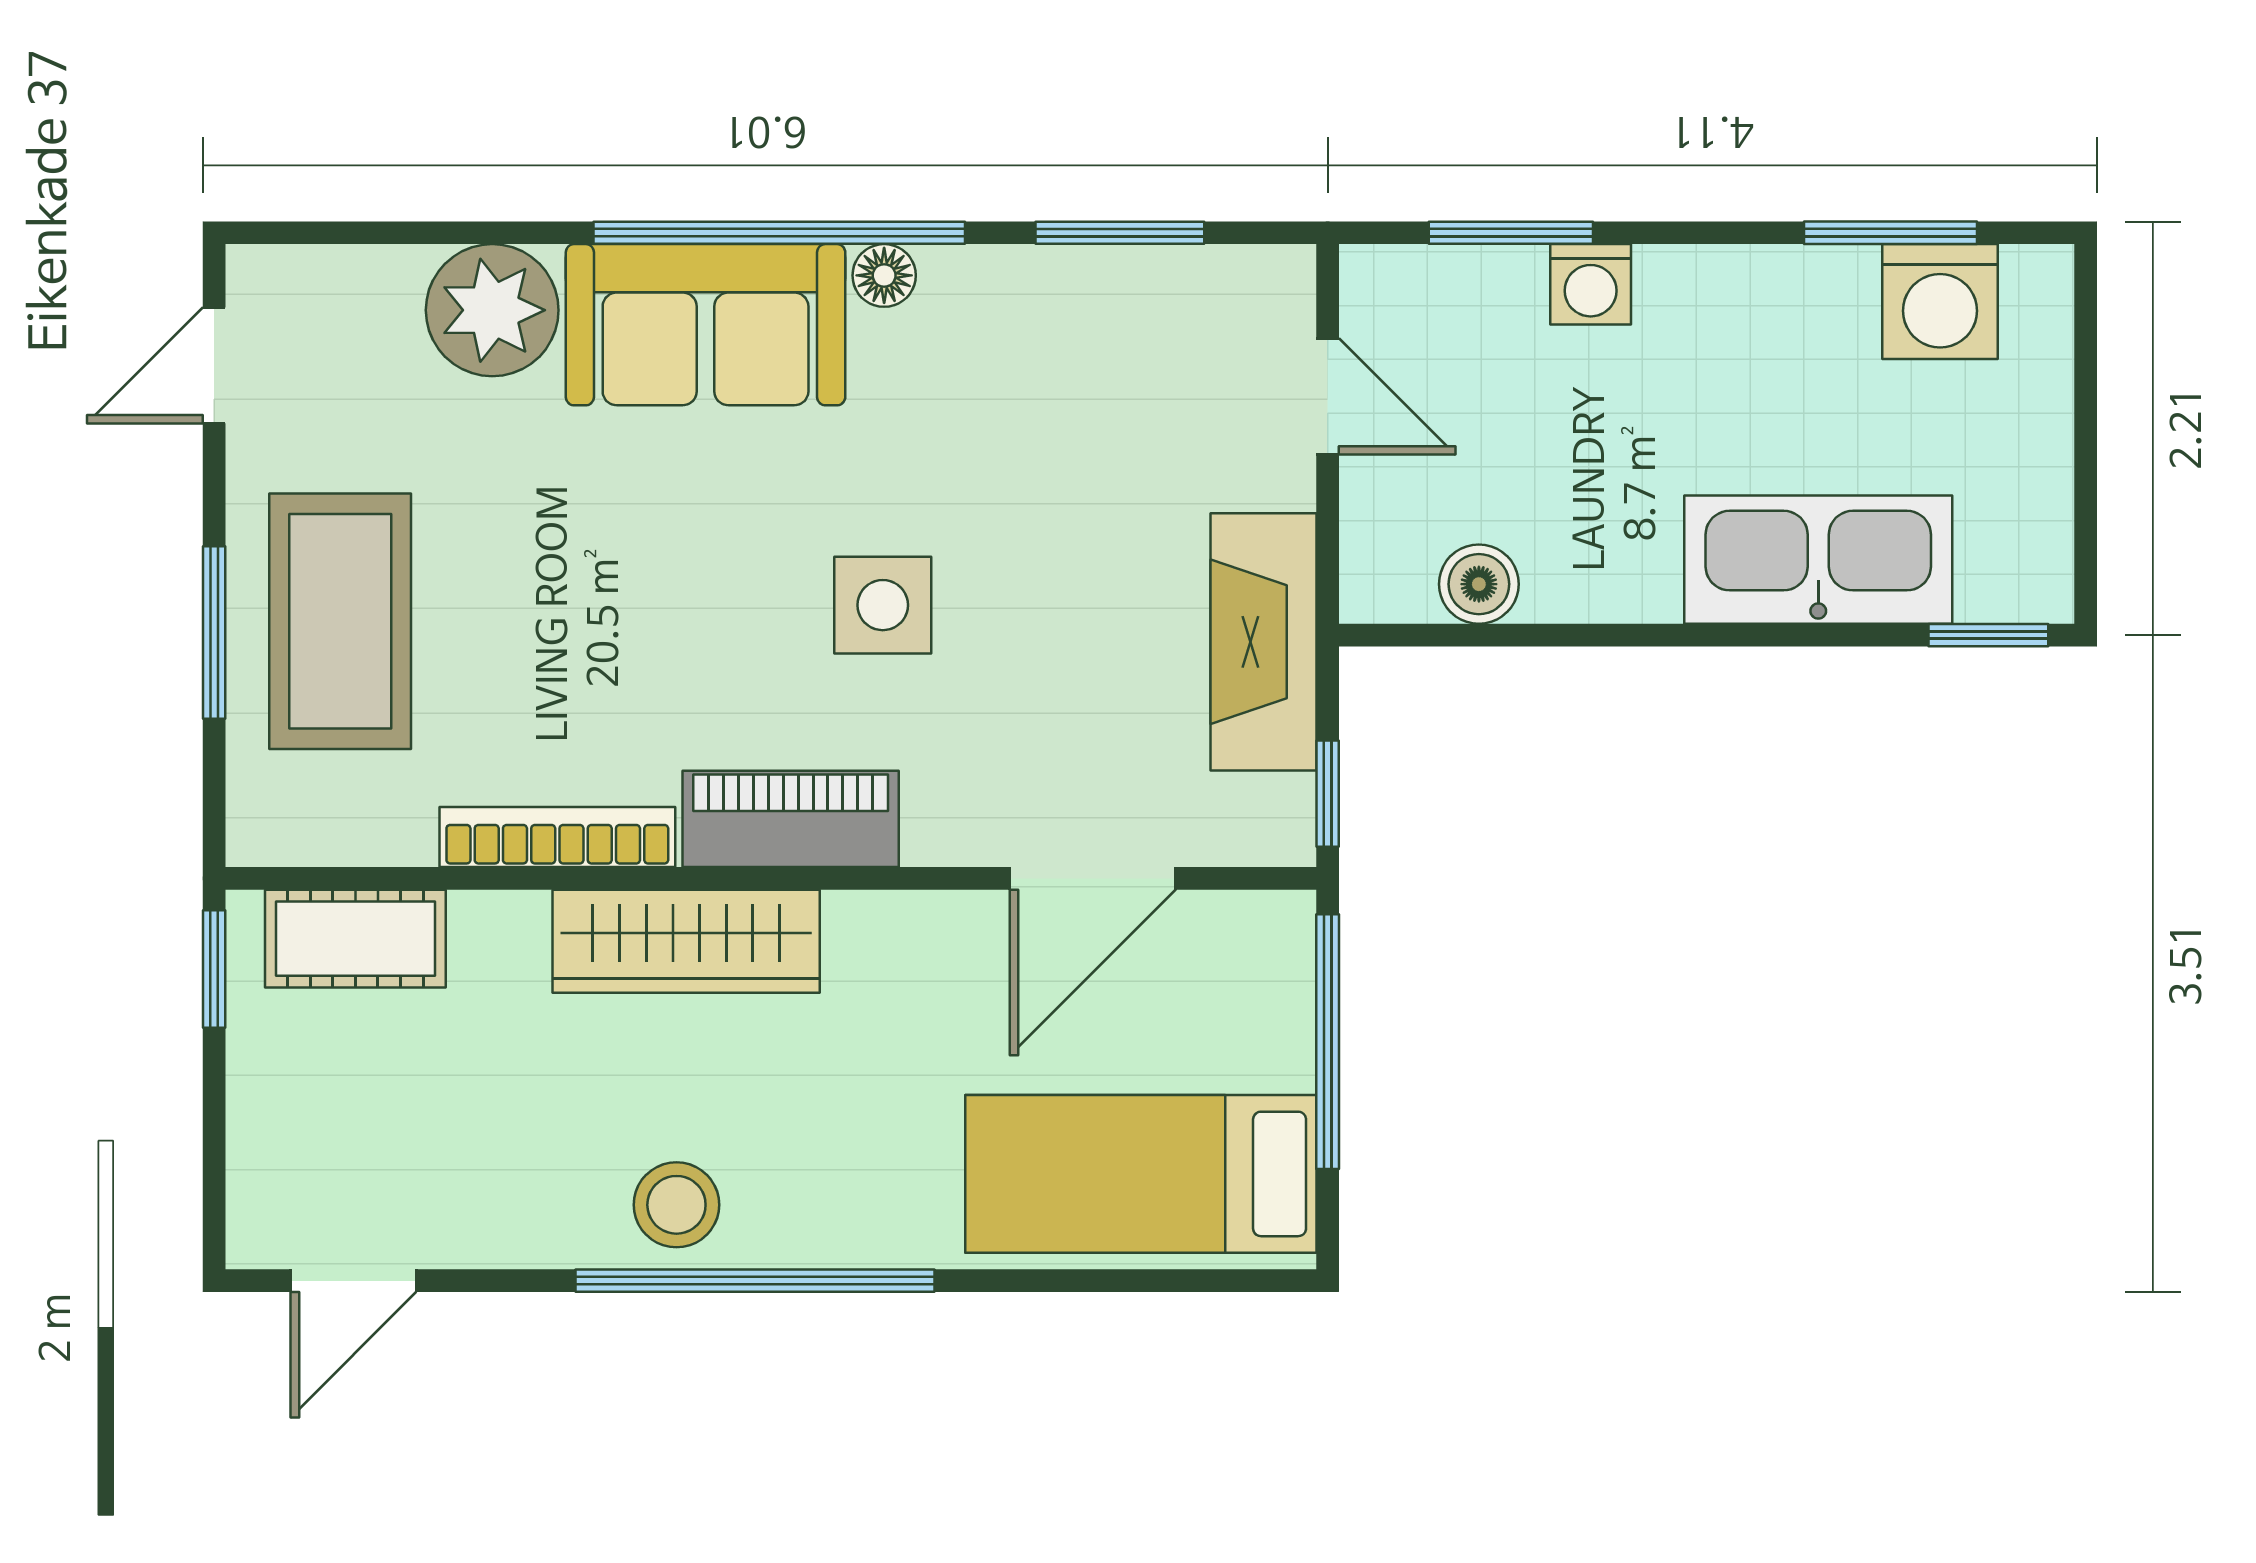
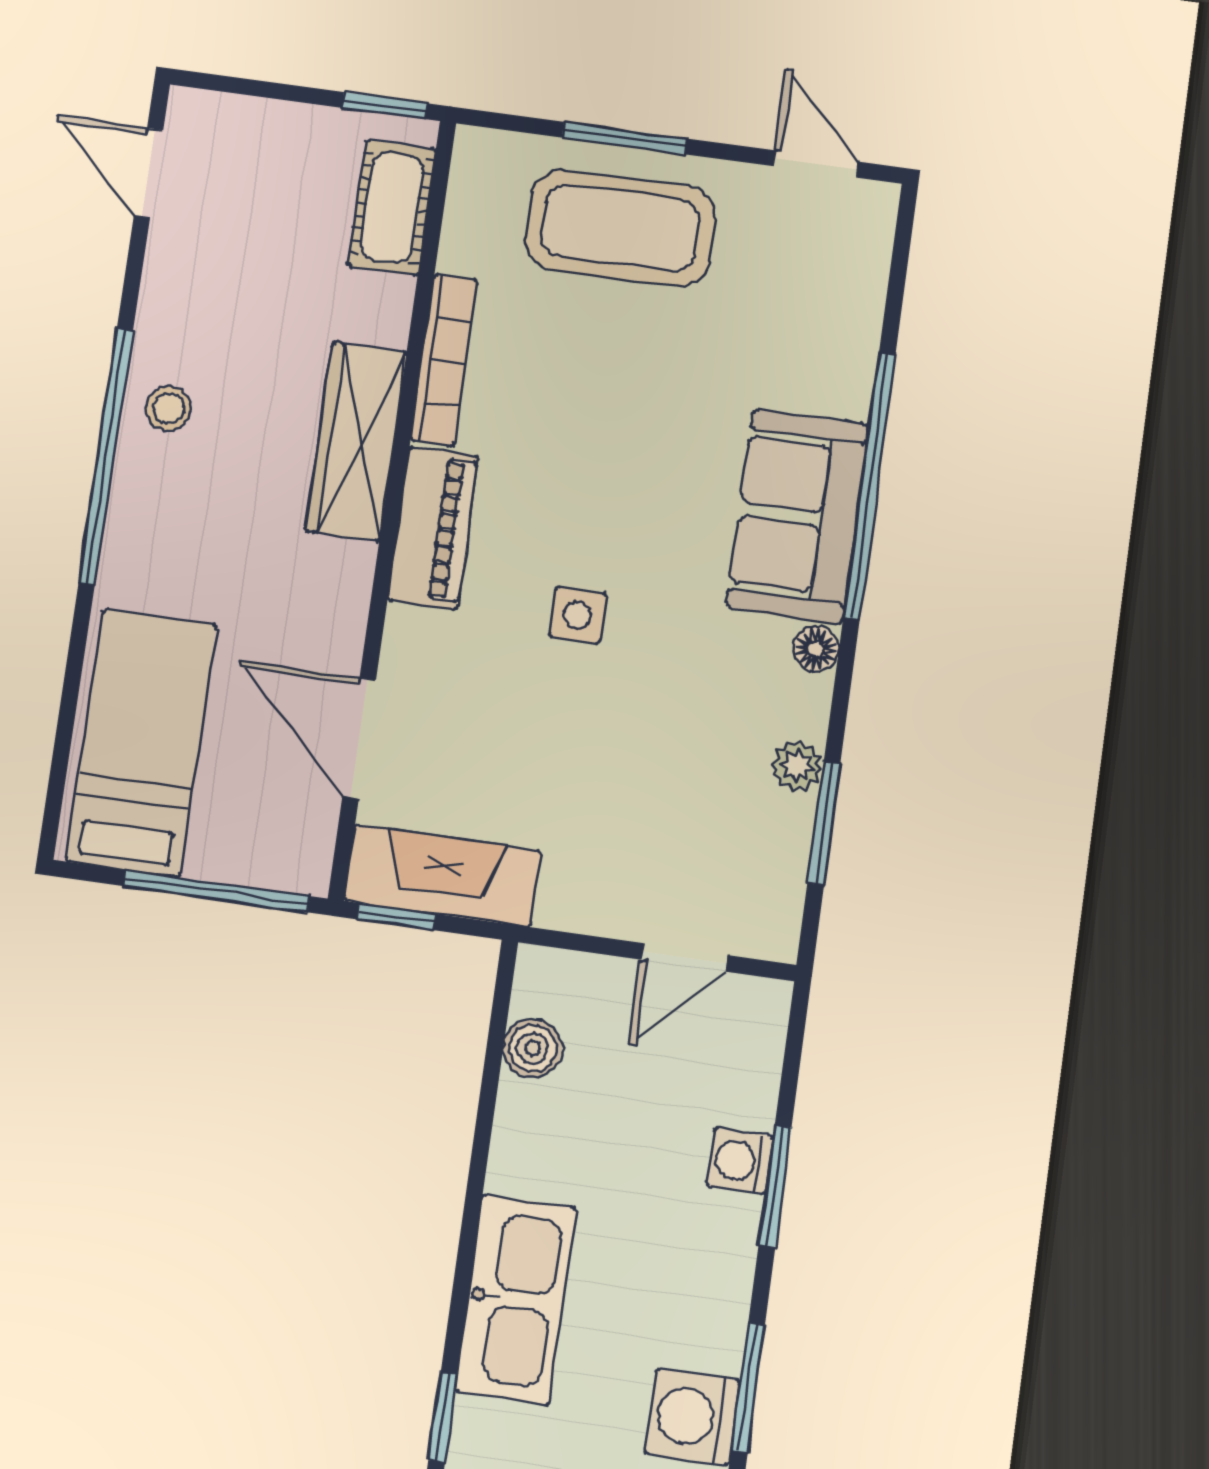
window: (779, 233) -> (869, 485), moved
window: (1511, 233) -> (775, 1186), moved
plant: (492, 310) -> (797, 766), moved, width x0.53, depth x0.53
side table: (883, 605) -> (578, 615), width x0.73, depth x0.73
fireplace: (1263, 642) -> (443, 876), moved
stool: (676, 1205) -> (168, 408), width x0.73, depth x0.73

